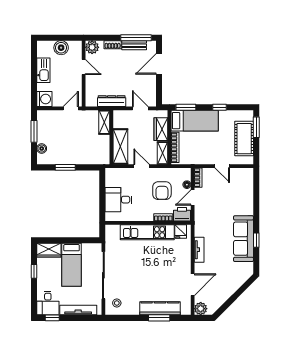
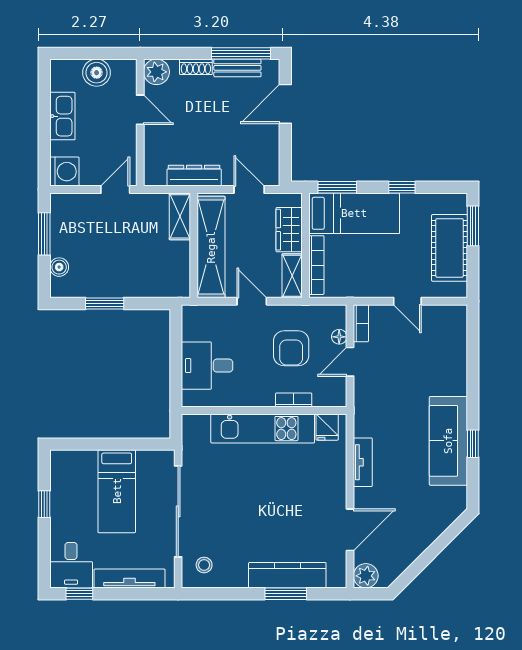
shelving: (120, 146) -> (211, 247), width x1.47
printer: (182, 214) -> (330, 394), removed
wardrobe: (49, 250) -> (73, 463), removed

